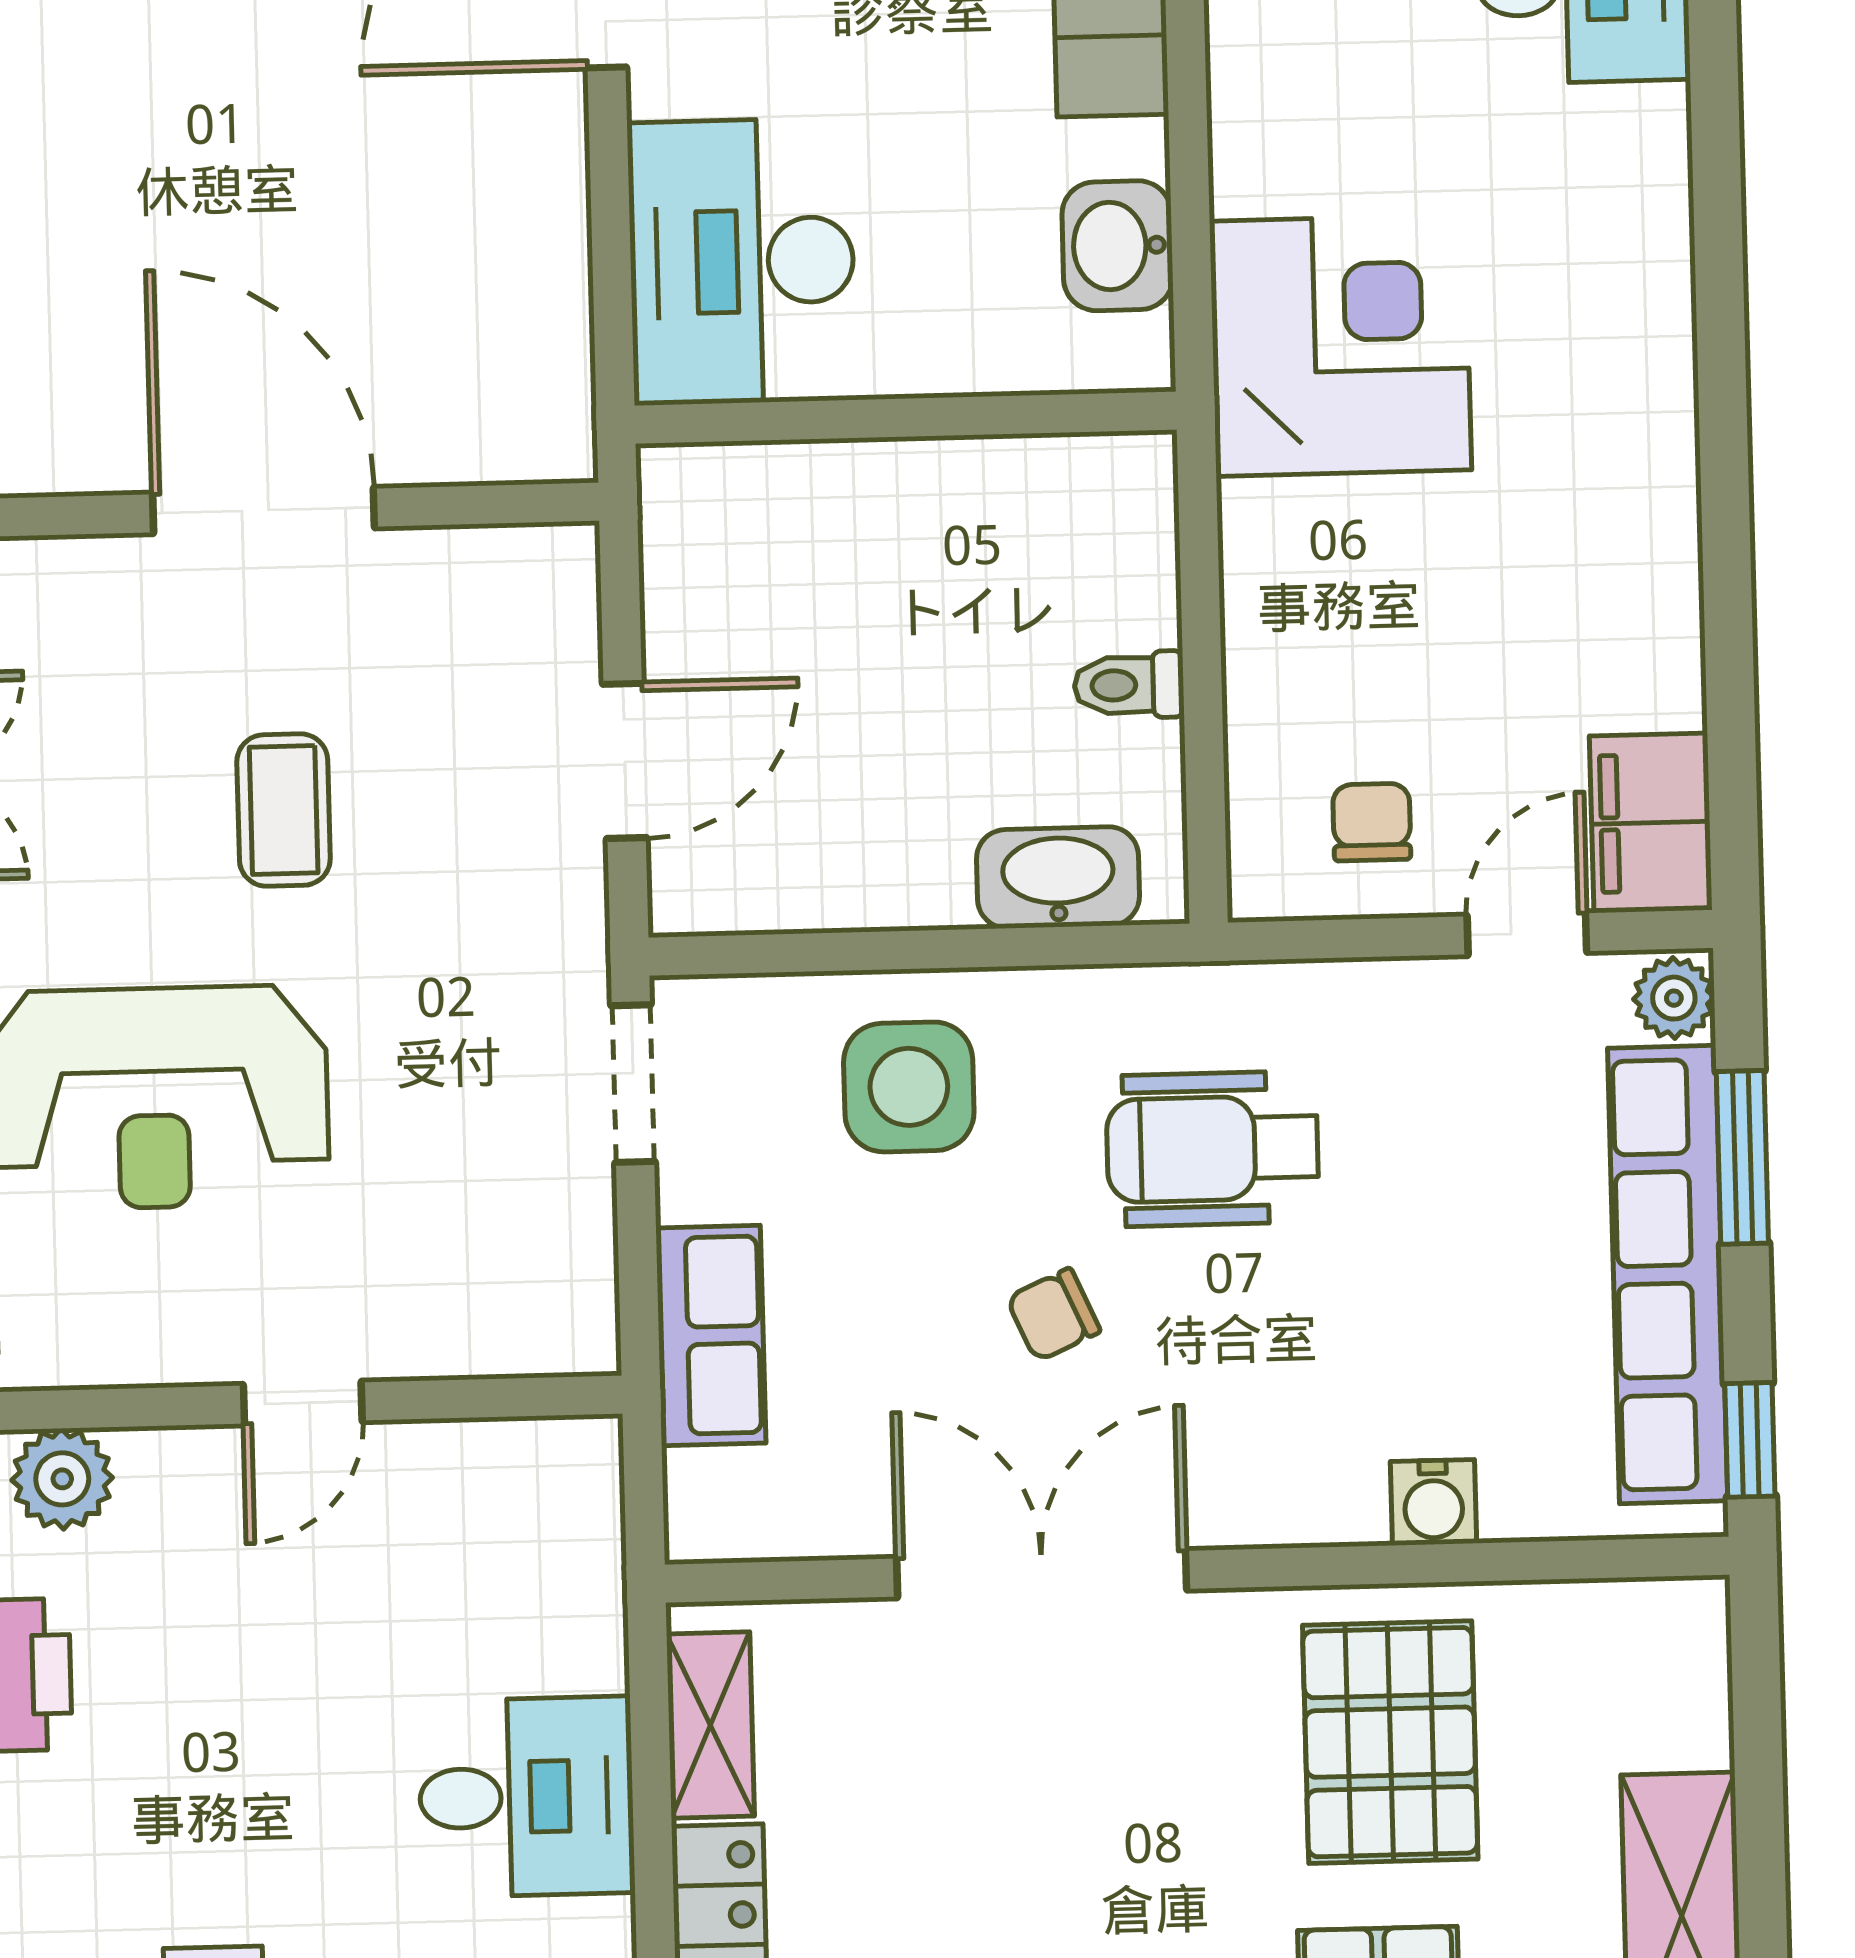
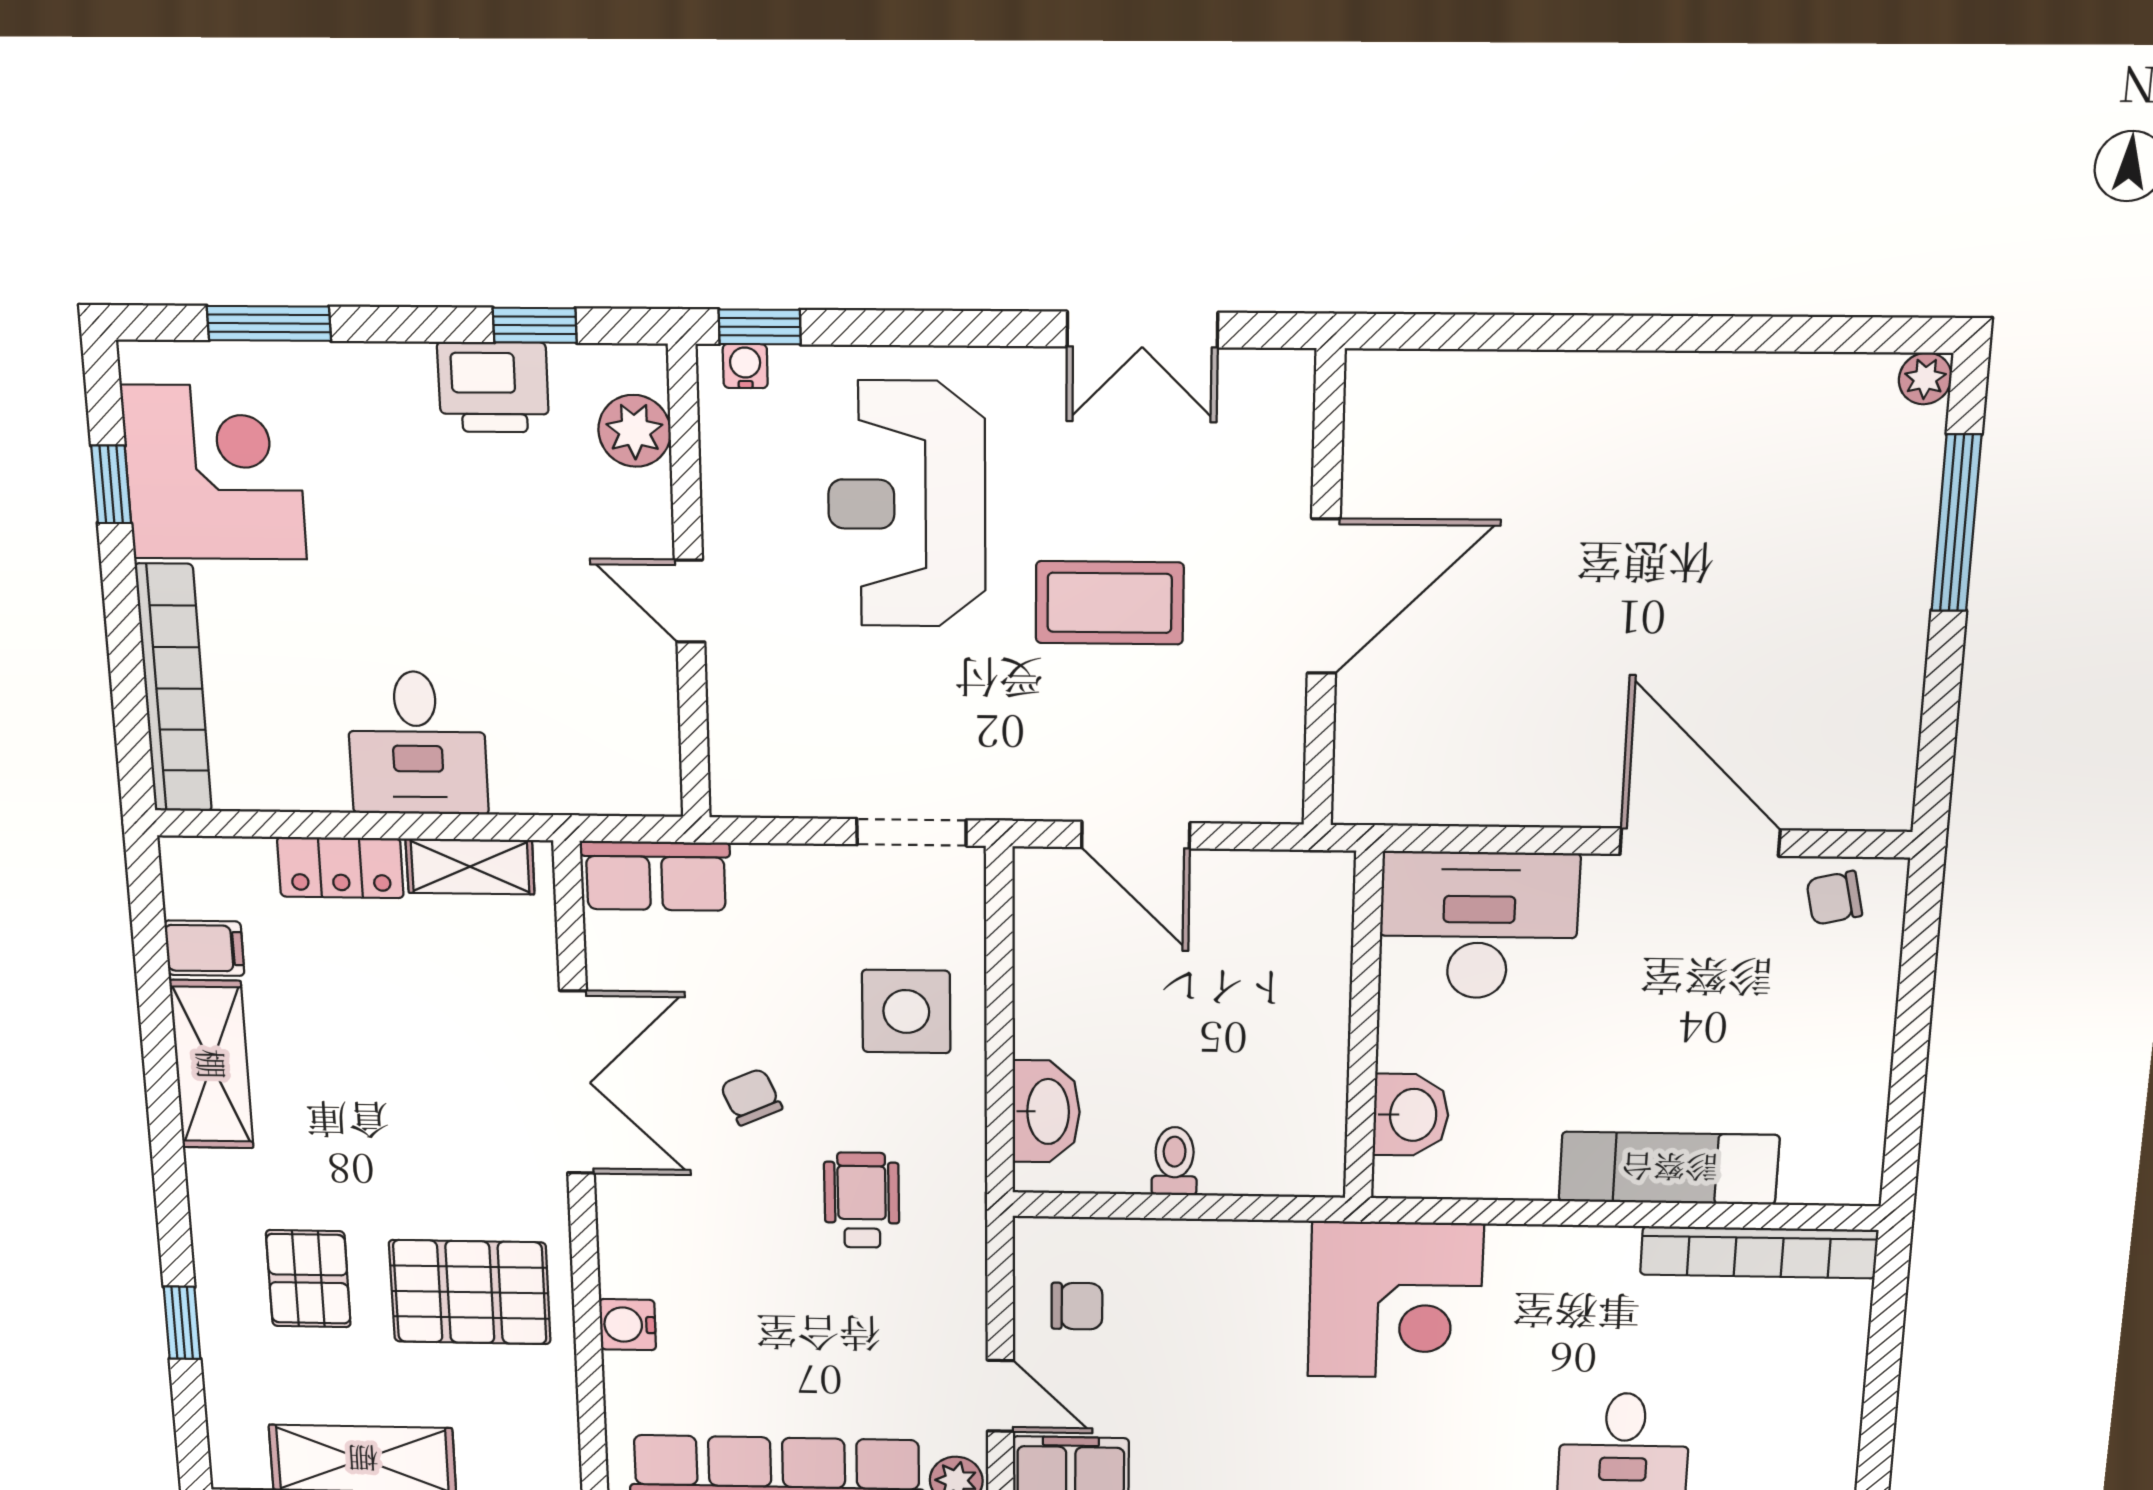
washbasin: (1117, 246) -> (1411, 1115), moved, turned 90
coffee table: (284, 810) -> (1110, 603), width x1.36, depth x1.30
wheelchair: (1212, 1149) -> (862, 1200), width x0.73, depth x0.73
row of seats: (711, 1335) -> (656, 876), moved

